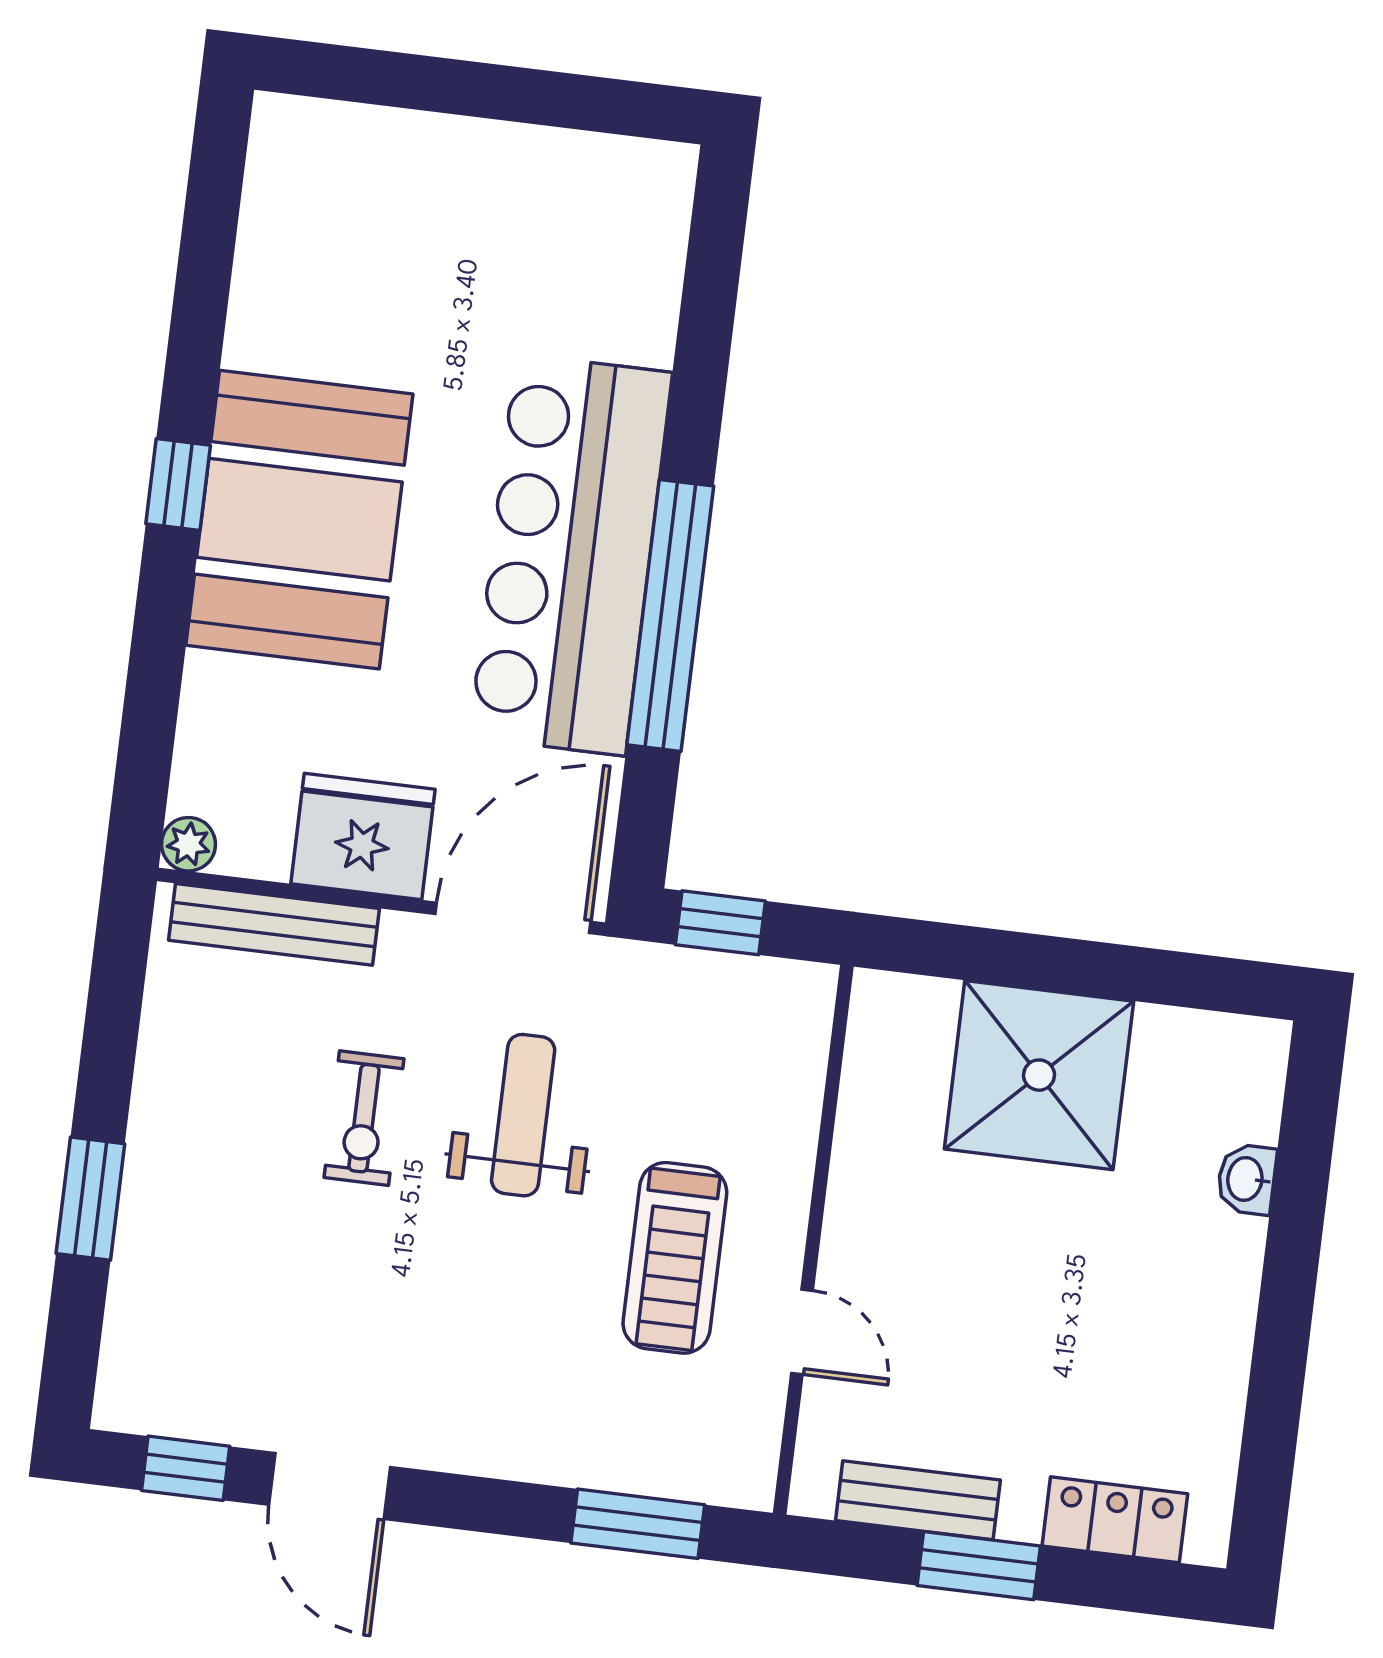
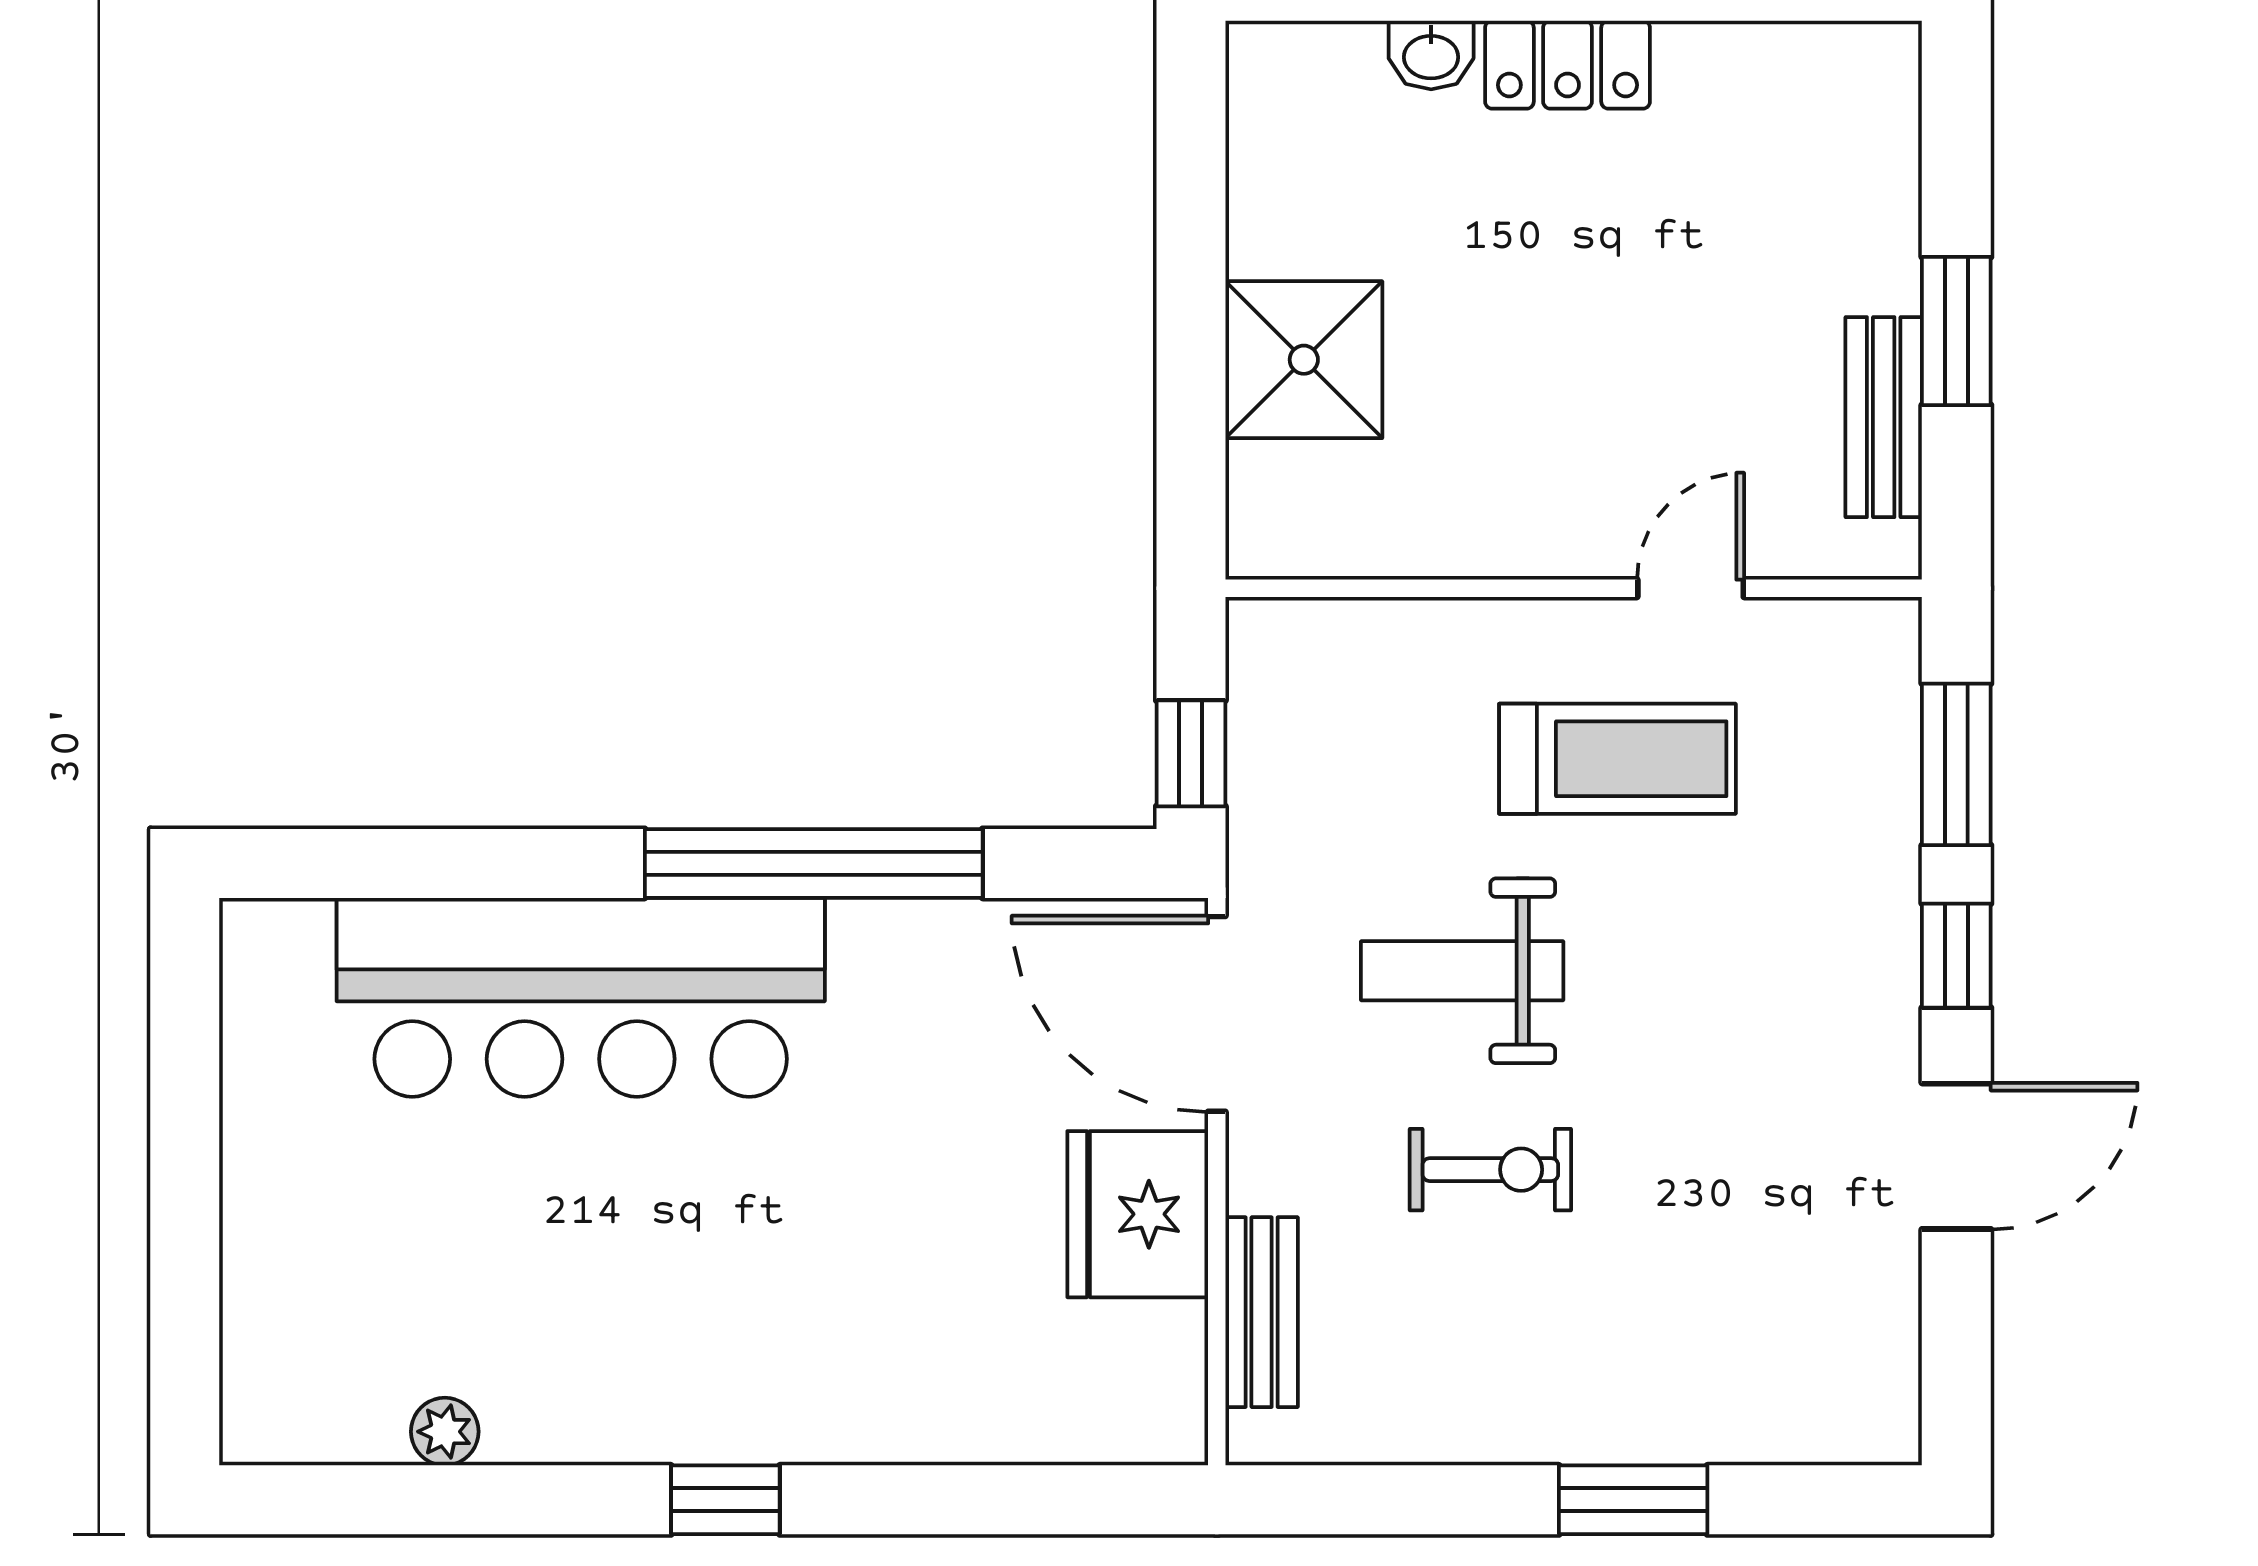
booth: (299, 520) -> (751, 1343), removed
bar counter: (571, 555) -> (581, 997), moved
plant: (188, 844) -> (445, 1432), moved
bench: (274, 924) -> (1262, 1312), width x0.73
shower: (1039, 1075) -> (1304, 360), width x0.73, depth x0.73
window: (186, 1468) -> (1956, 956), moved
locker: (1115, 1520) -> (1568, 65), moved, turned -90

